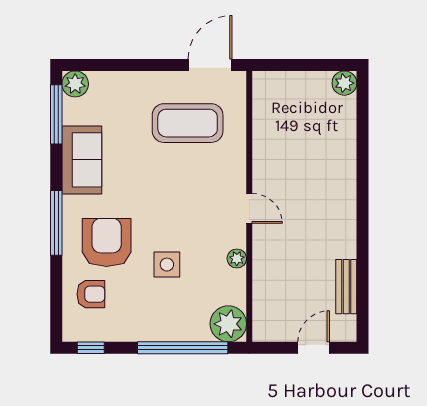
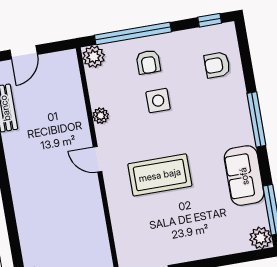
coffee table: (188, 123) -> (160, 175), moved
armchair: (107, 242) -> (148, 62), moved, width x0.53, depth x0.53
plant: (228, 324) -> (94, 57), width x0.73, depth x0.73

